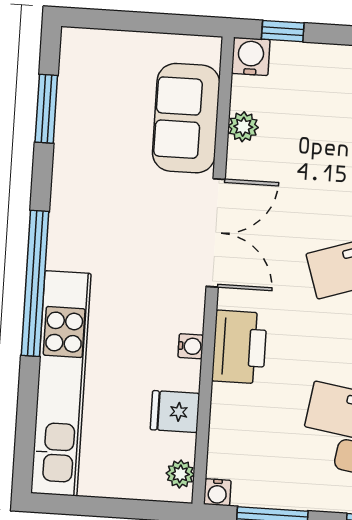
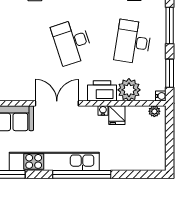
plant: (243, 127) -> (129, 90), moved, width x1.88, depth x1.88
kitchen unit: (61, 383) -> (54, 161), moved
fridge: (175, 412) -> (117, 115), moved

